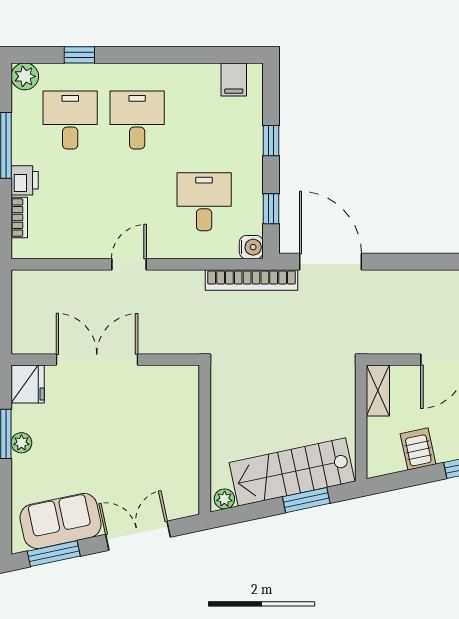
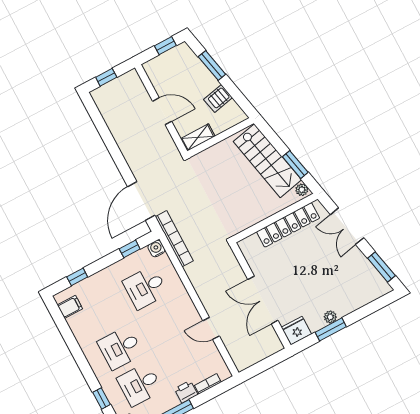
window: (271, 141) -> (77, 277), moved
door: (129, 264) -> (211, 328), moved
locker: (185, 453) -> (288, 225), added
window: (306, 500) -> (295, 165), moved
sofa: (60, 521) -> (362, 273), removed

